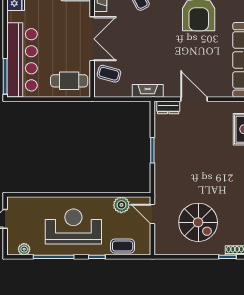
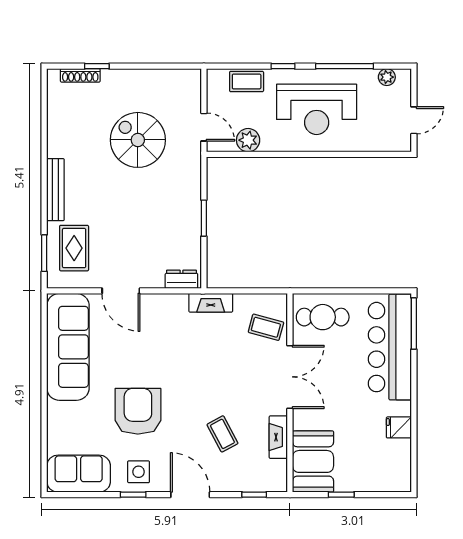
double door: (92, 39) -> (290, 377), swing flipped
door: (194, 99) -> (121, 291), moved
spiral stairs: (198, 222) -> (138, 140), moved

